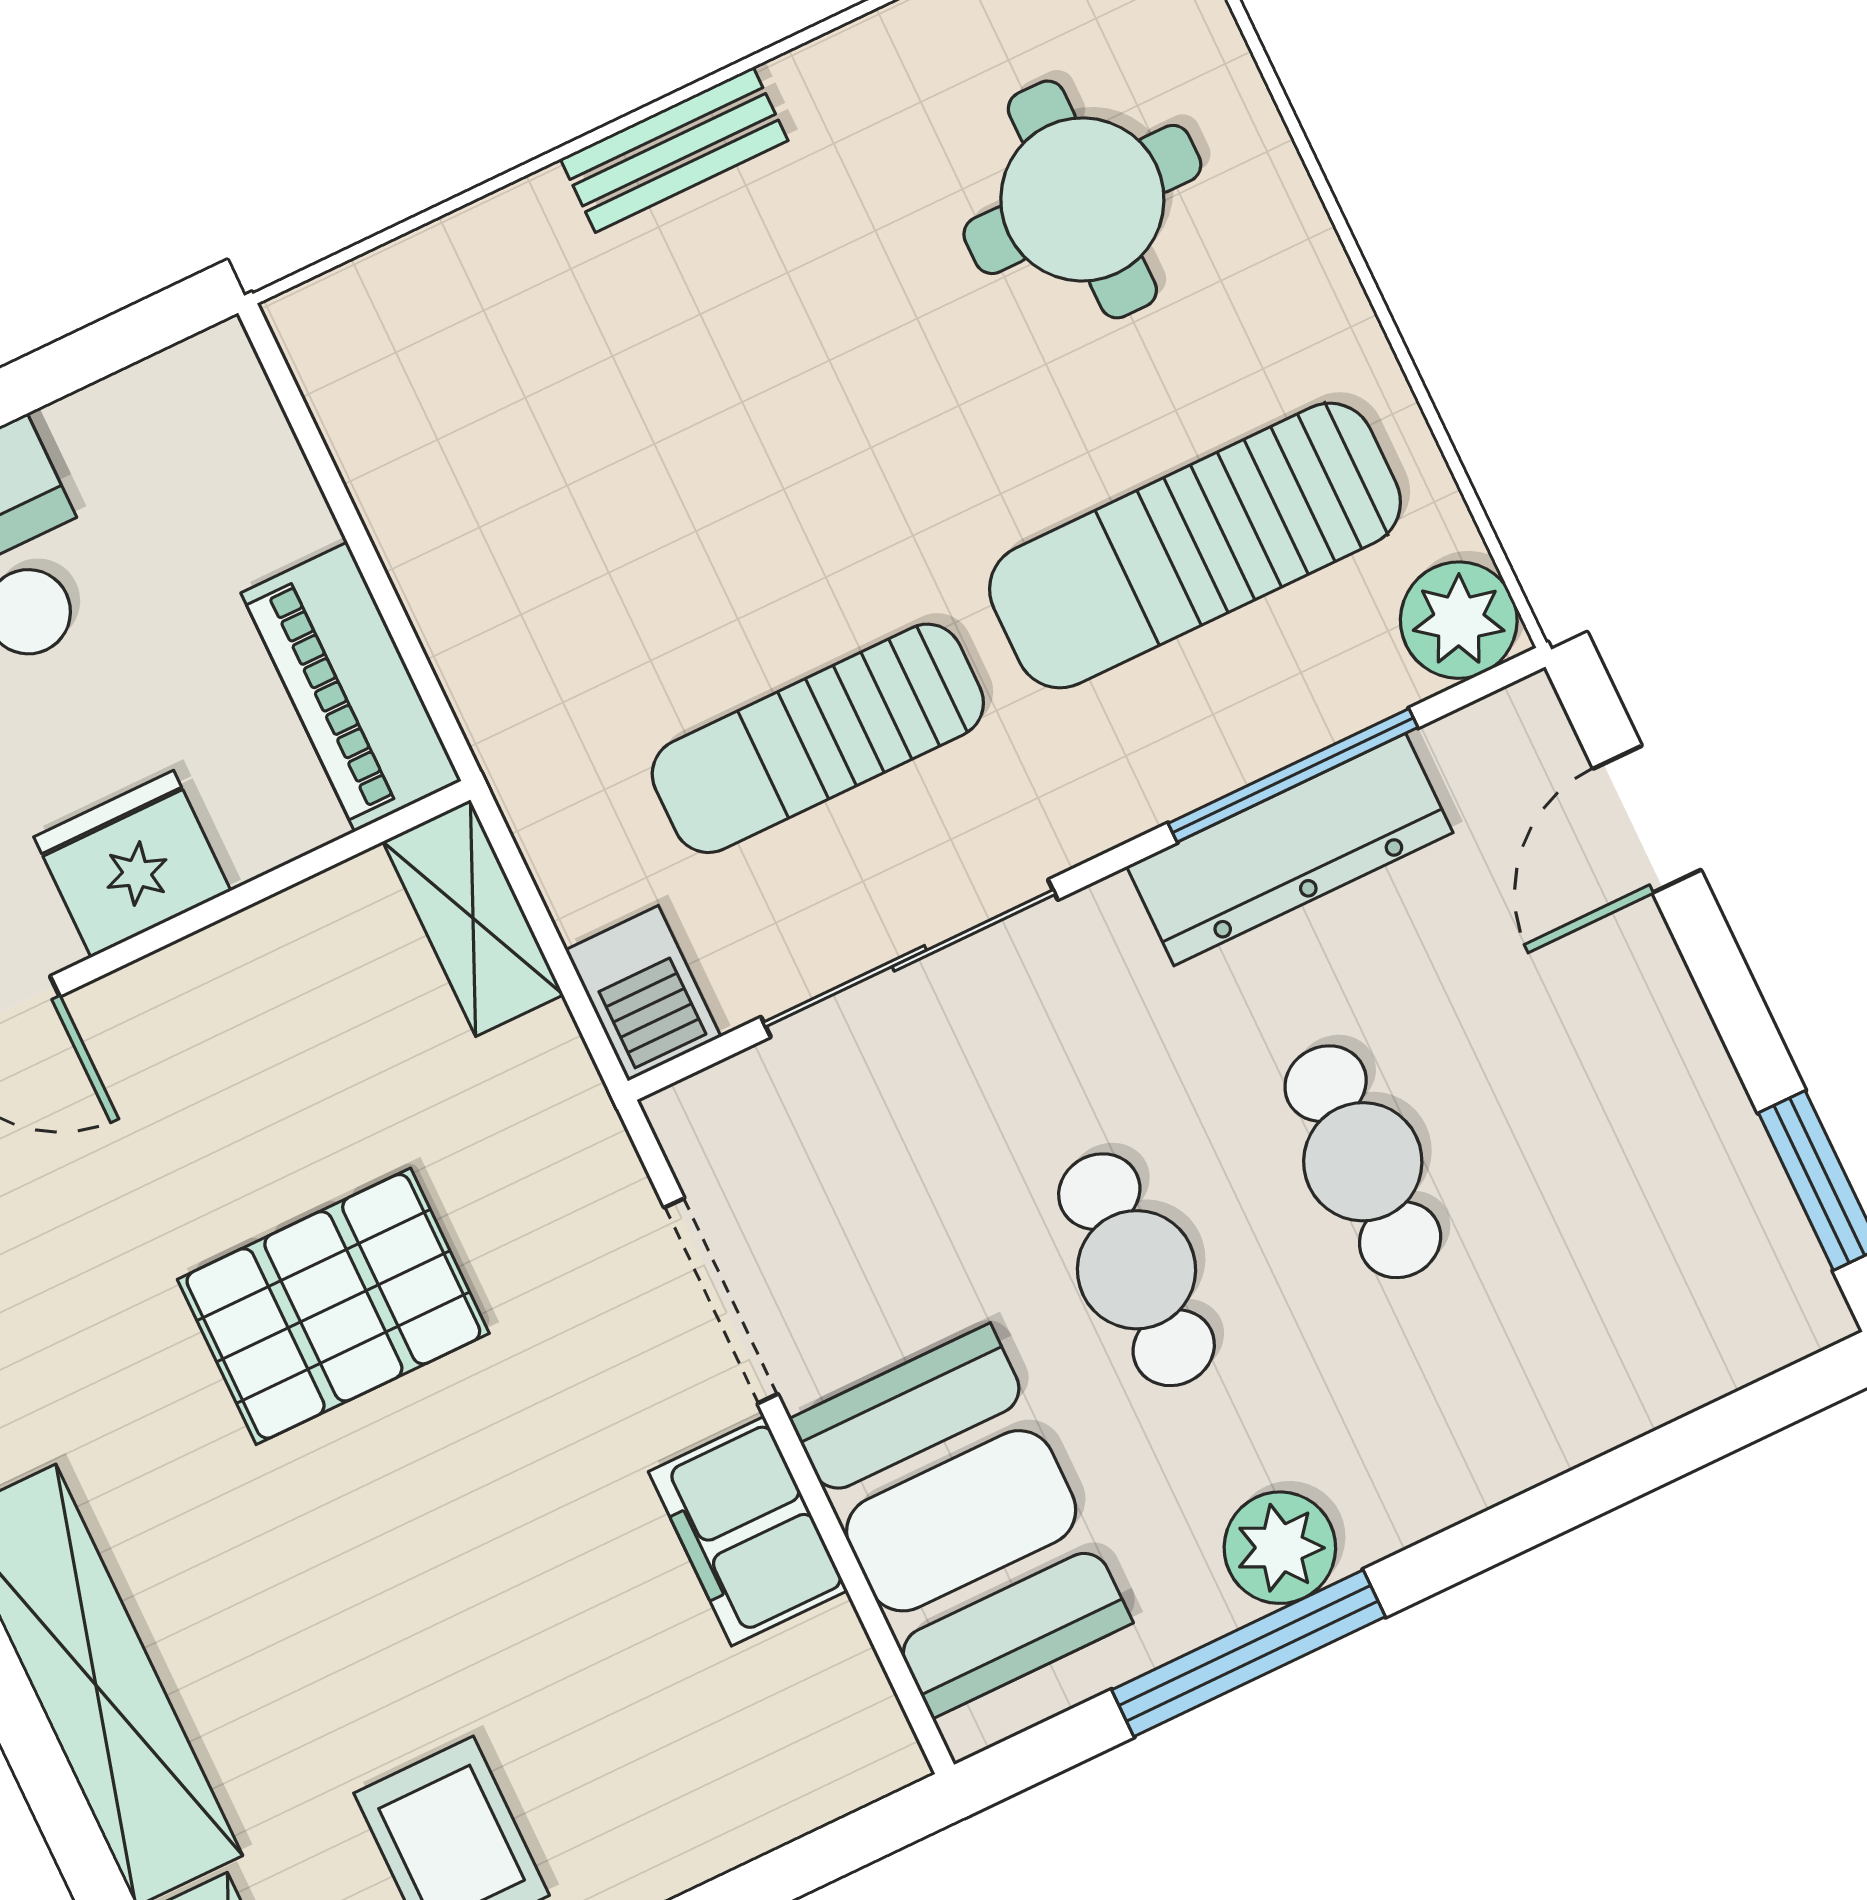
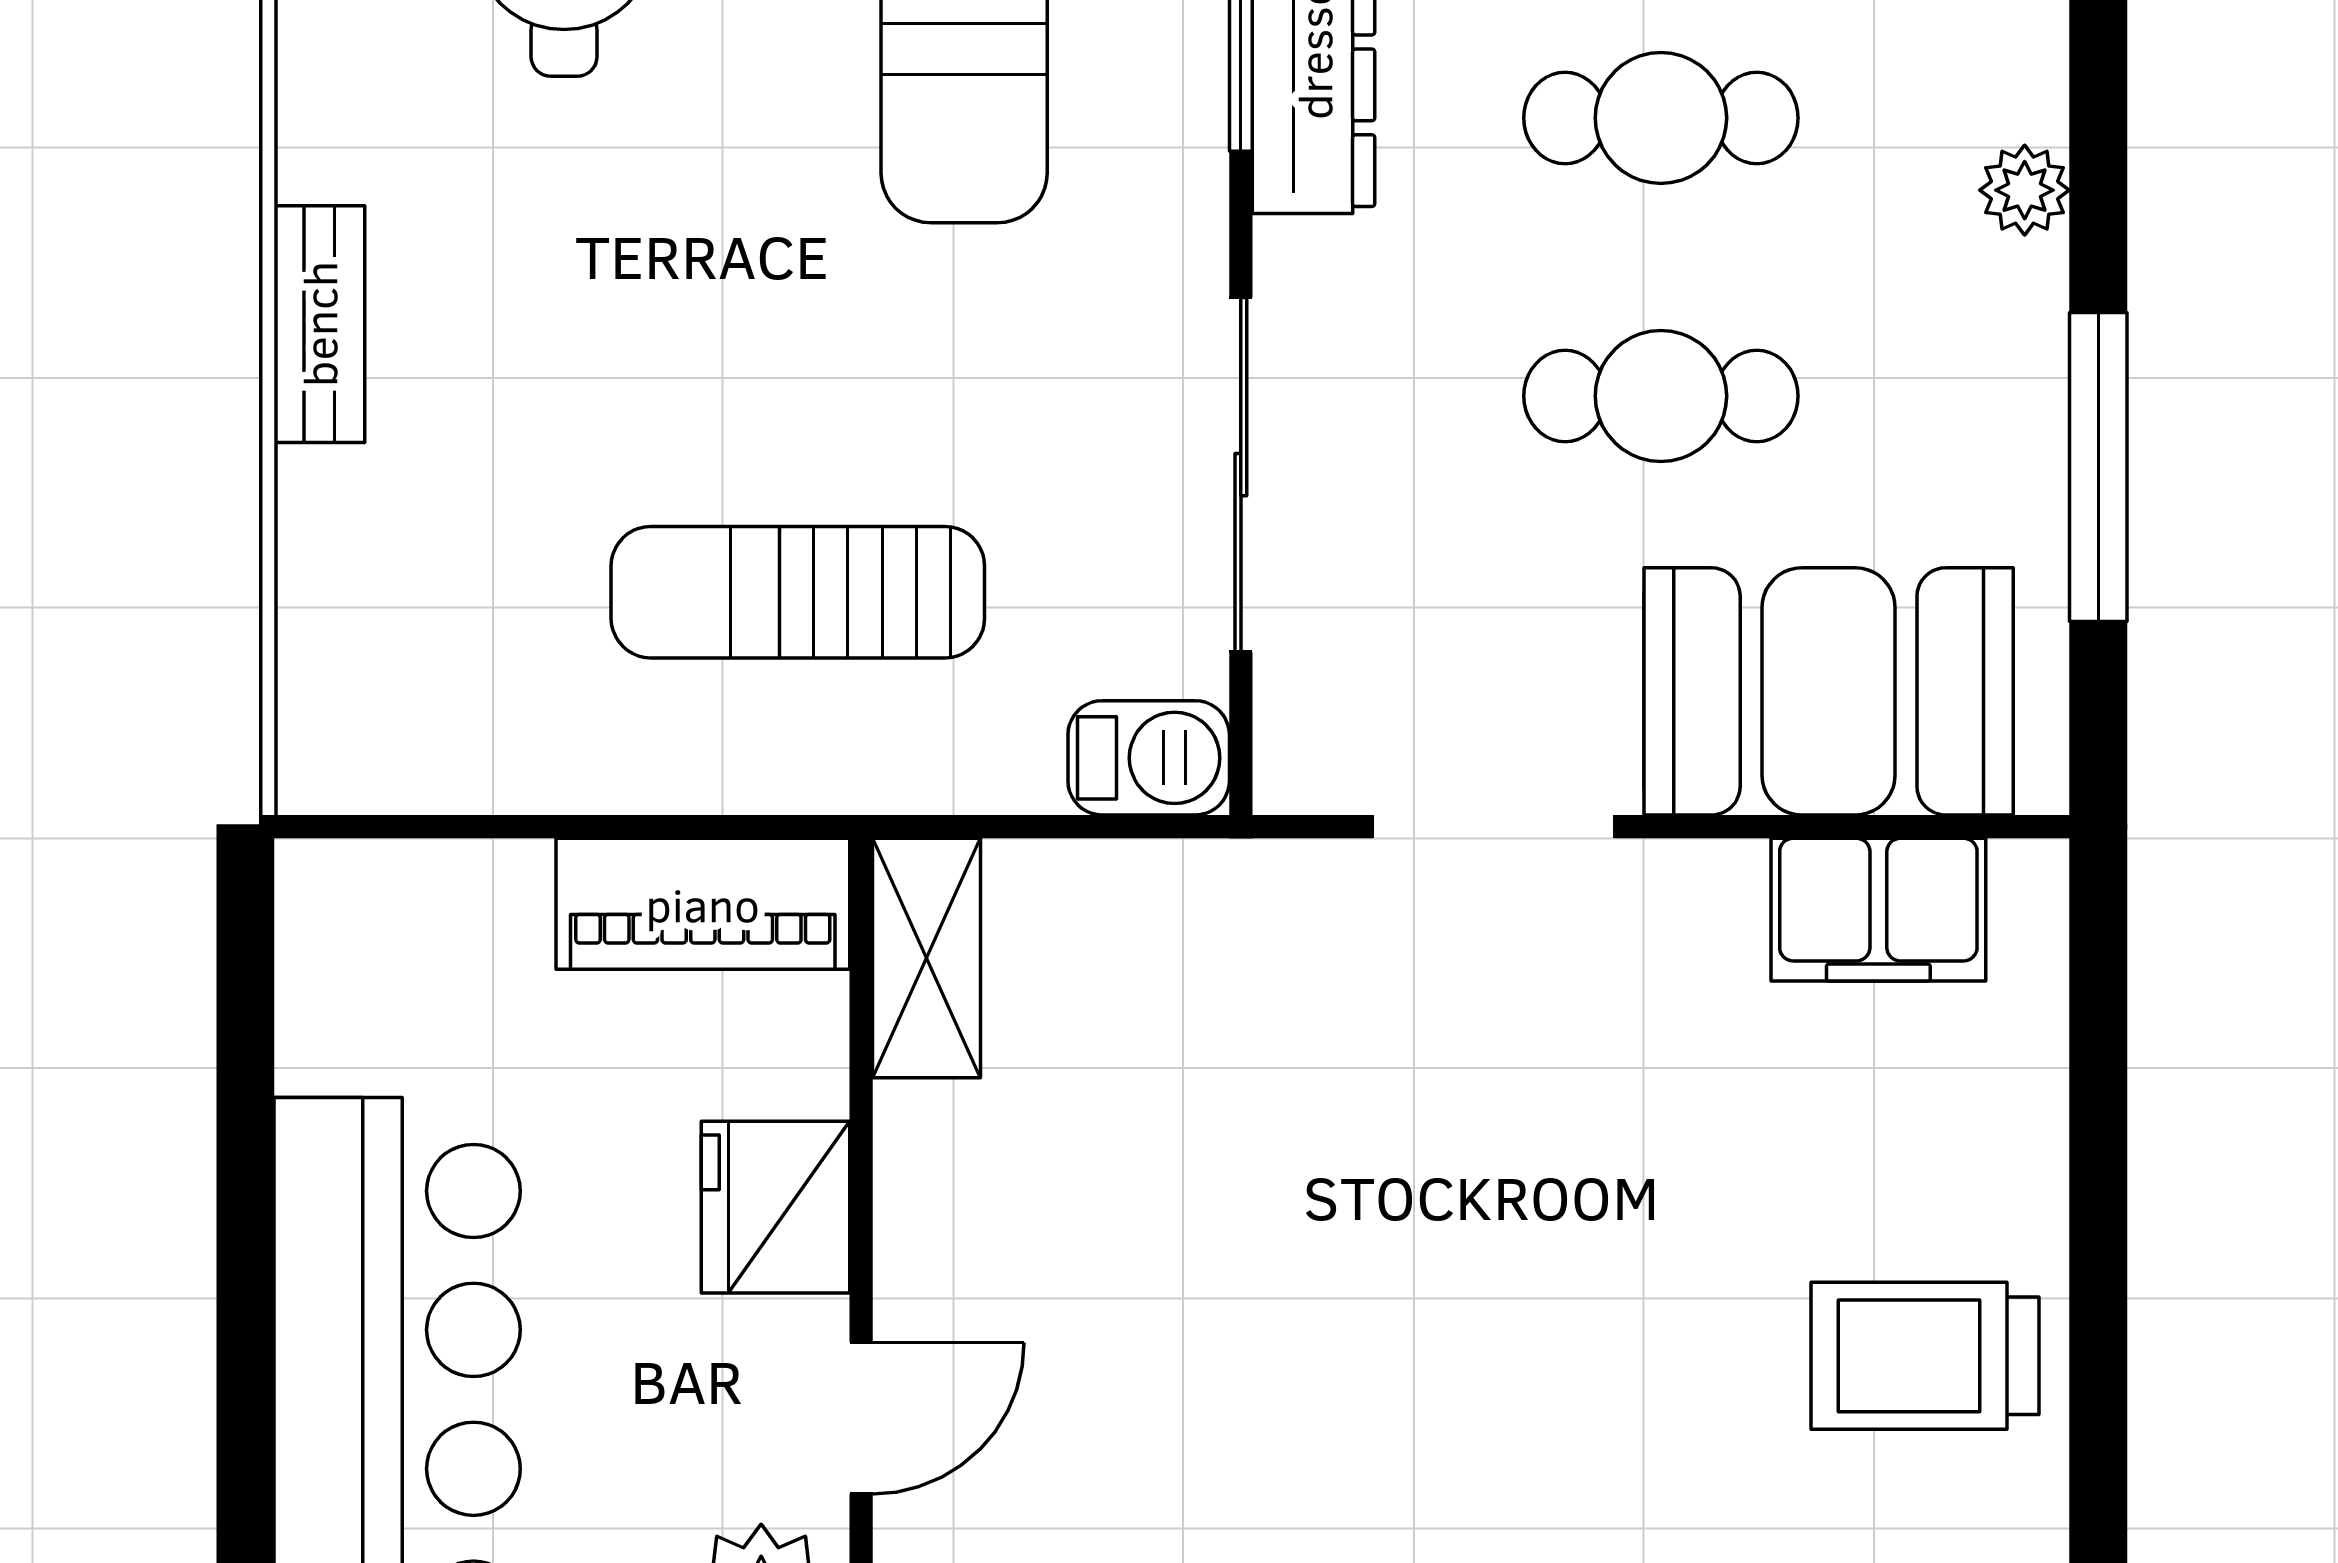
sun lounger: (818, 738) -> (798, 592), moved, turned 90
shelving: (473, 918) -> (927, 958), moved, turned 90
pallet: (333, 1306) -> (1314, 1217), removed
filing cabinet: (748, 1531) -> (1878, 910), moved
plant: (1280, 1548) -> (2025, 190), moved, width x0.73, depth x0.73

